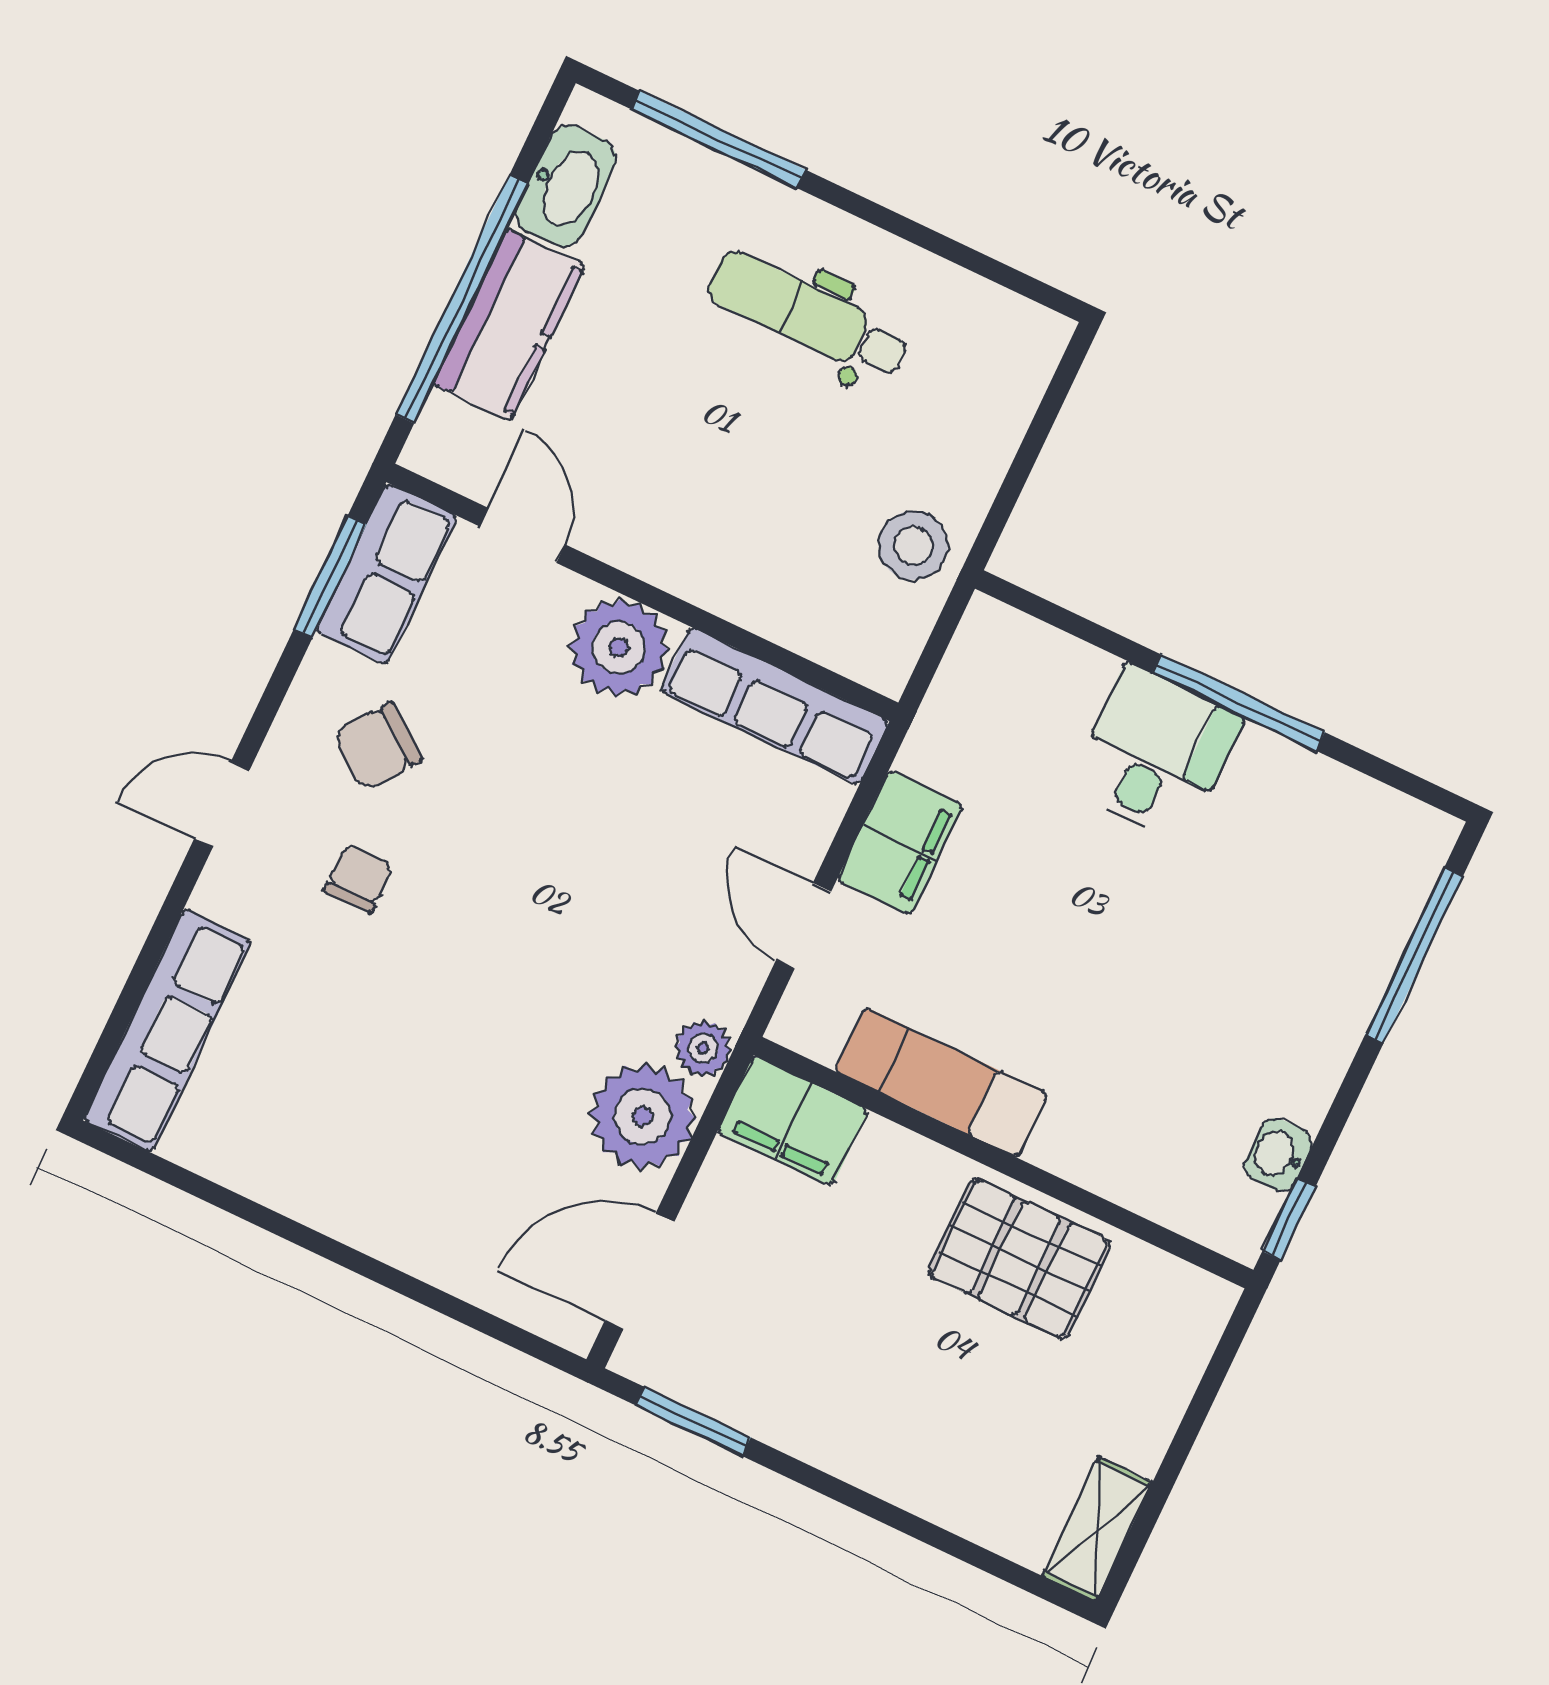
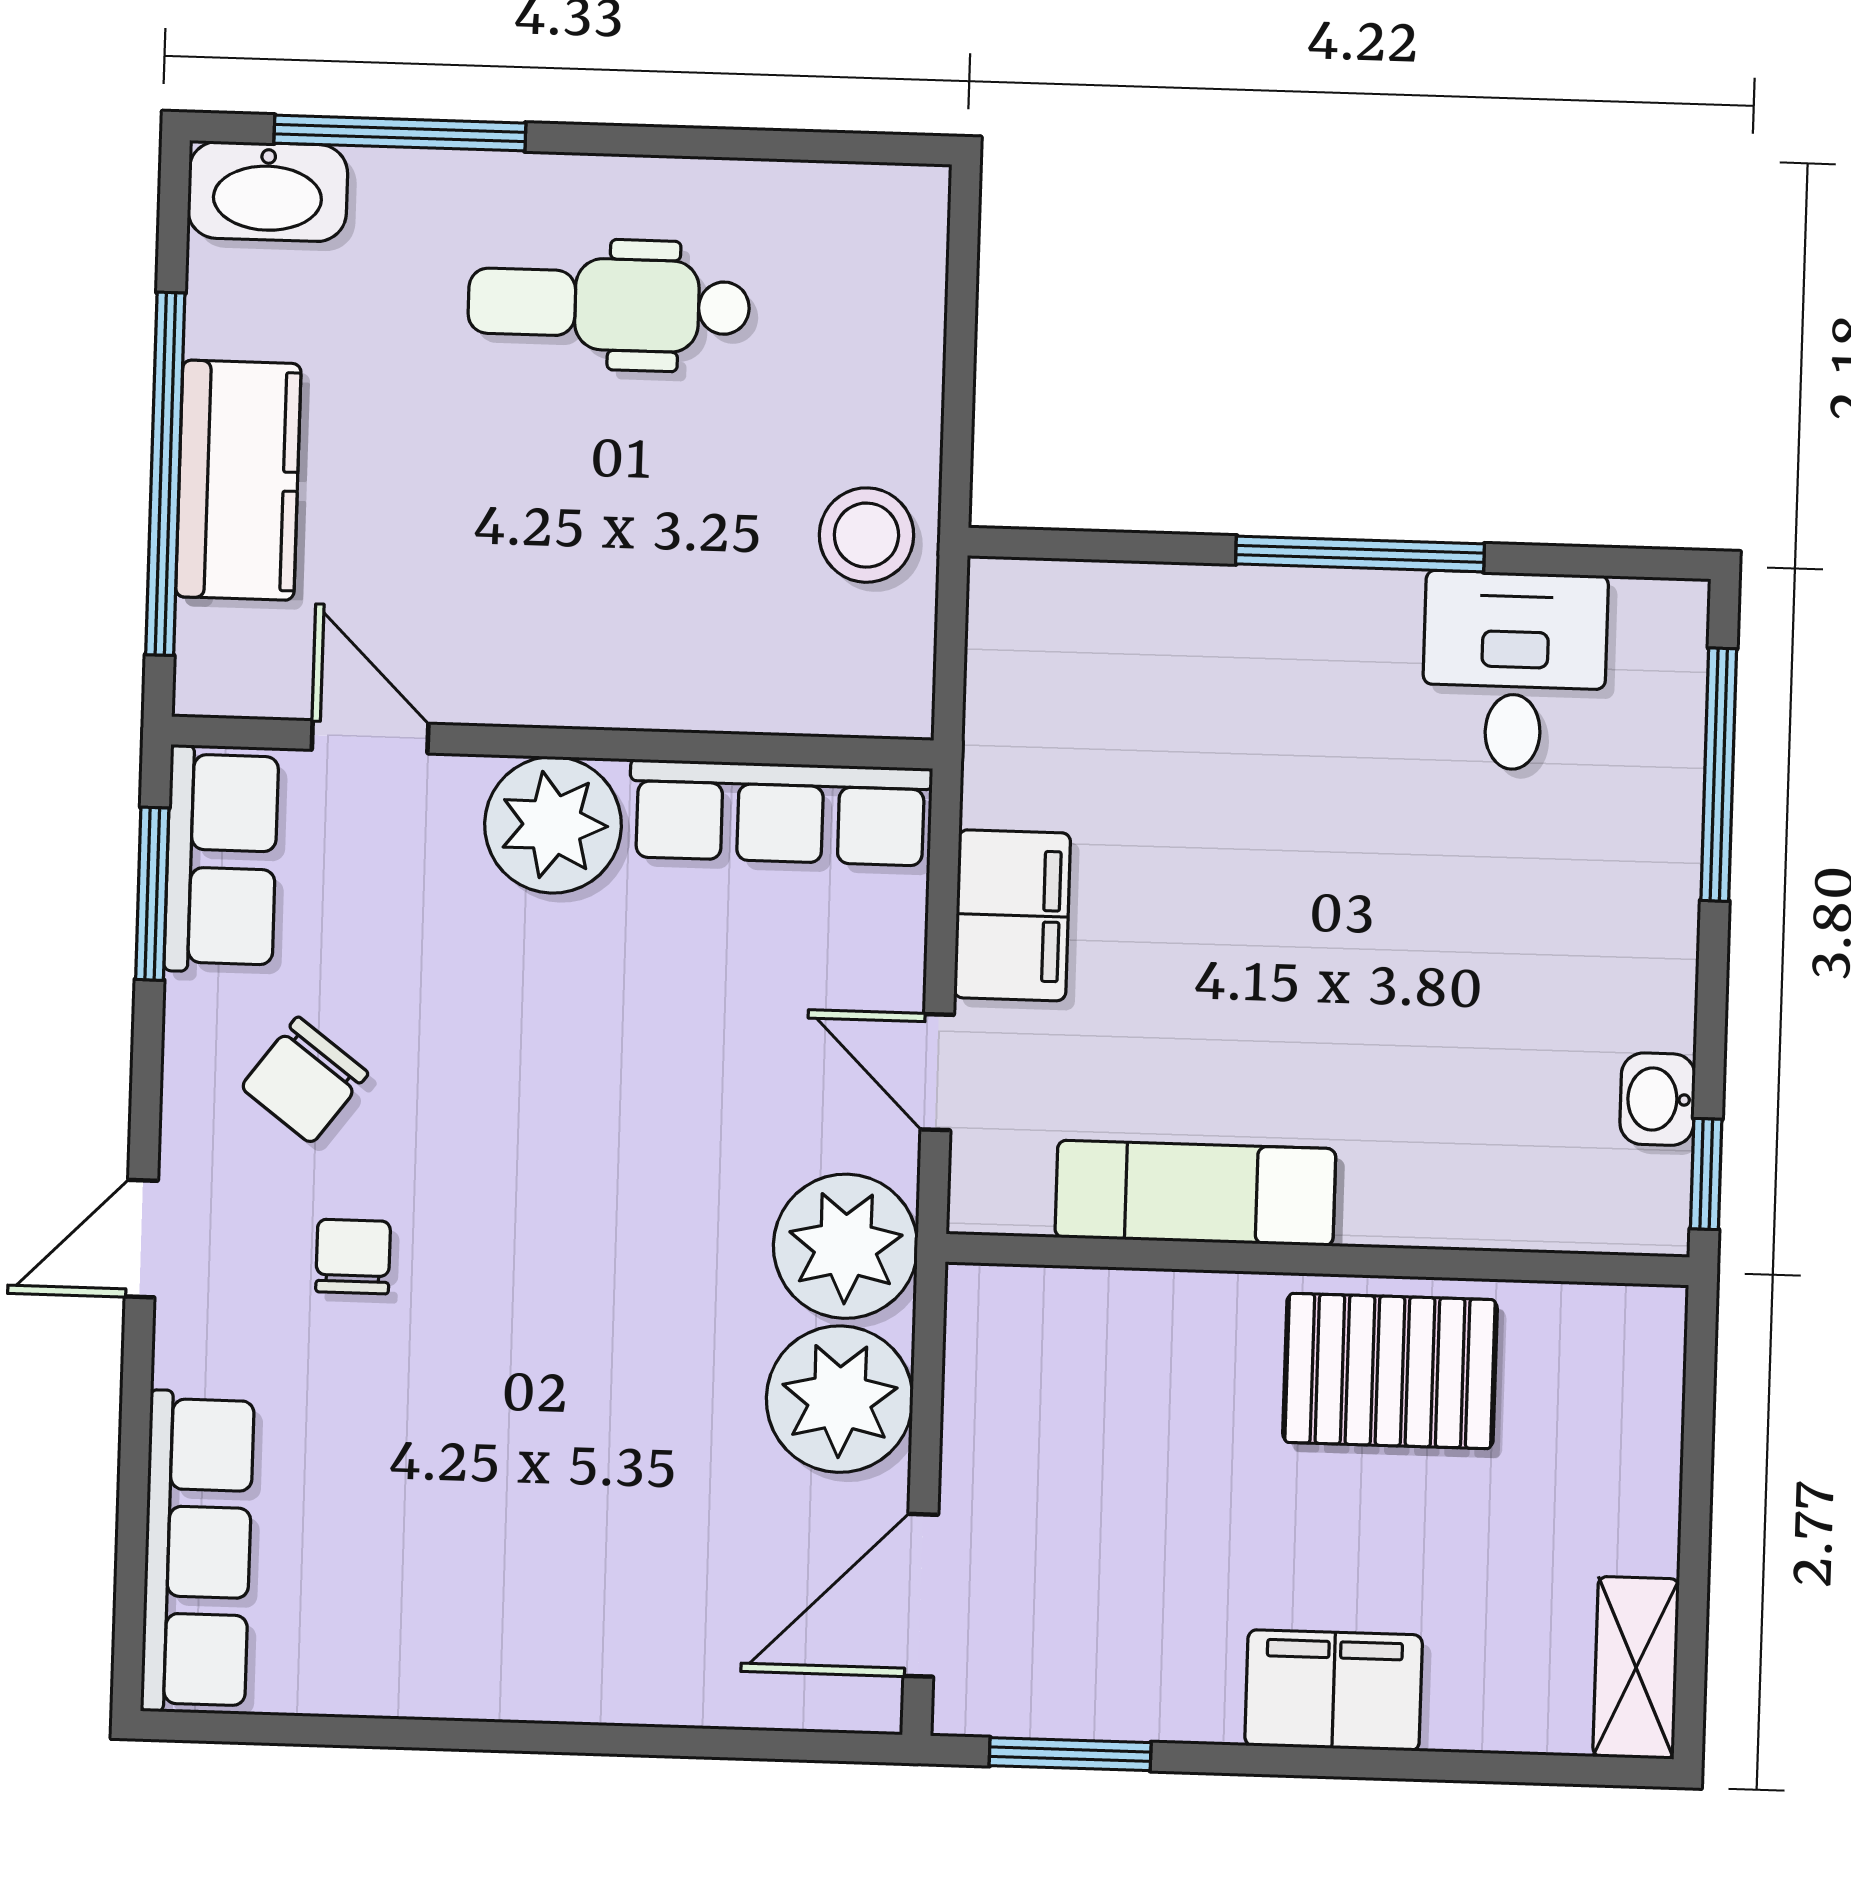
washbasin: (566, 186) -> (268, 191), moved, turned 90
desk: (1155, 754) -> (1514, 671), moved
plant: (703, 1048) -> (846, 1246), width x1.88, depth x1.88
filing cabinet: (793, 1121) -> (1334, 1690), moved, turned 180

